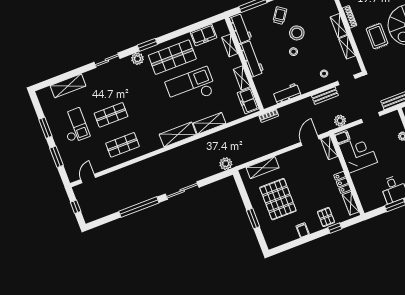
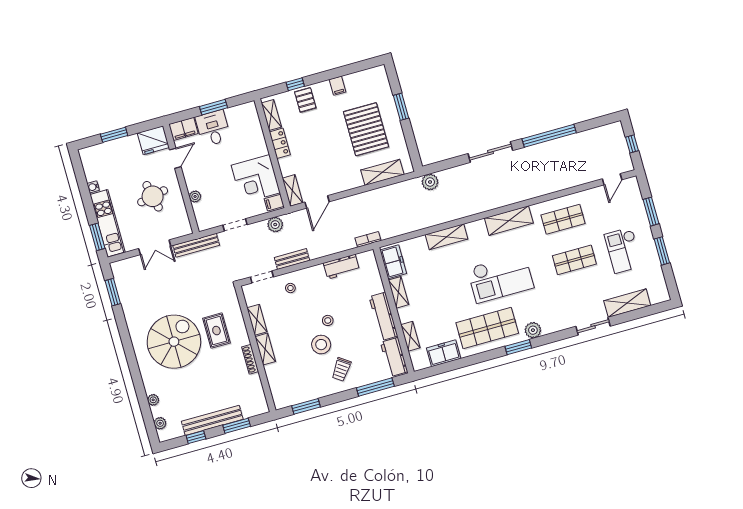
sliding door: (107, 60) -> (593, 326), moved
checkout: (191, 87) -> (500, 278), moved
shelving: (178, 134) -> (509, 221), moved

